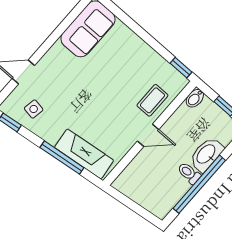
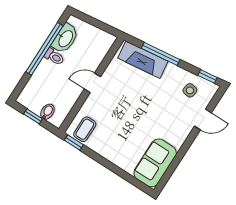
bidet: (195, 98) -> (47, 112), moved
coffee table: (152, 100) -> (85, 129), moved
washbasin: (206, 154) -> (65, 38), moved

